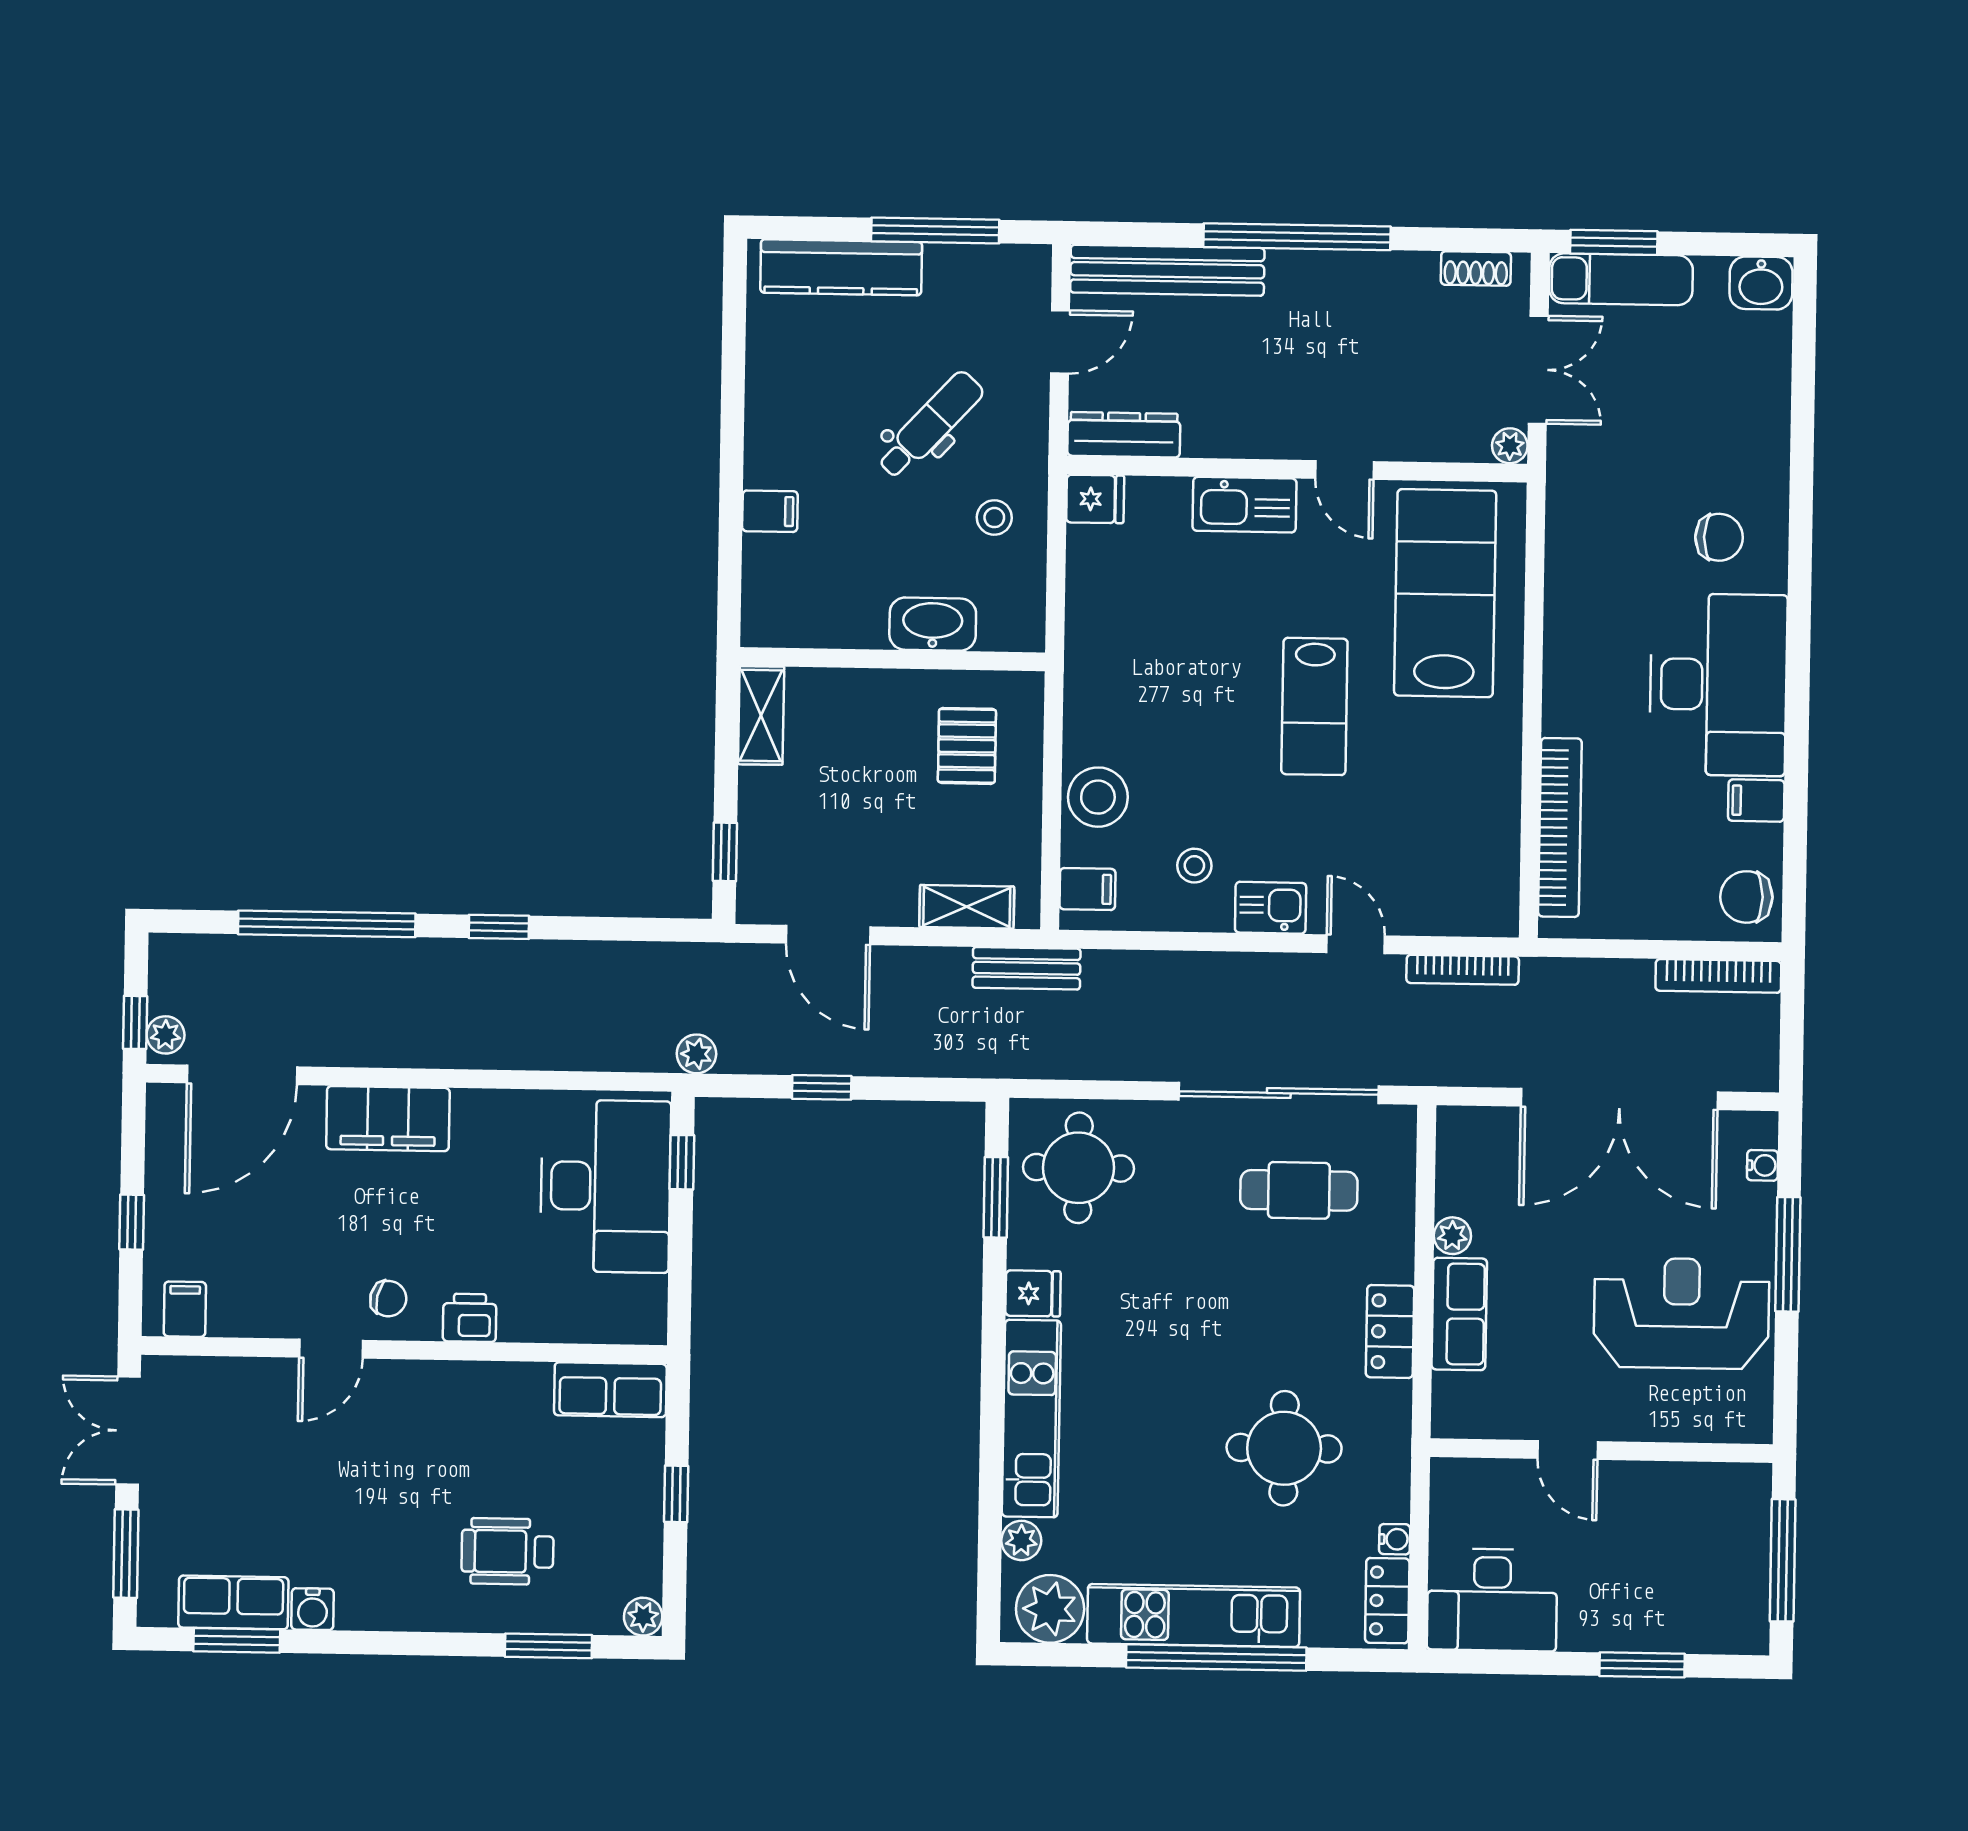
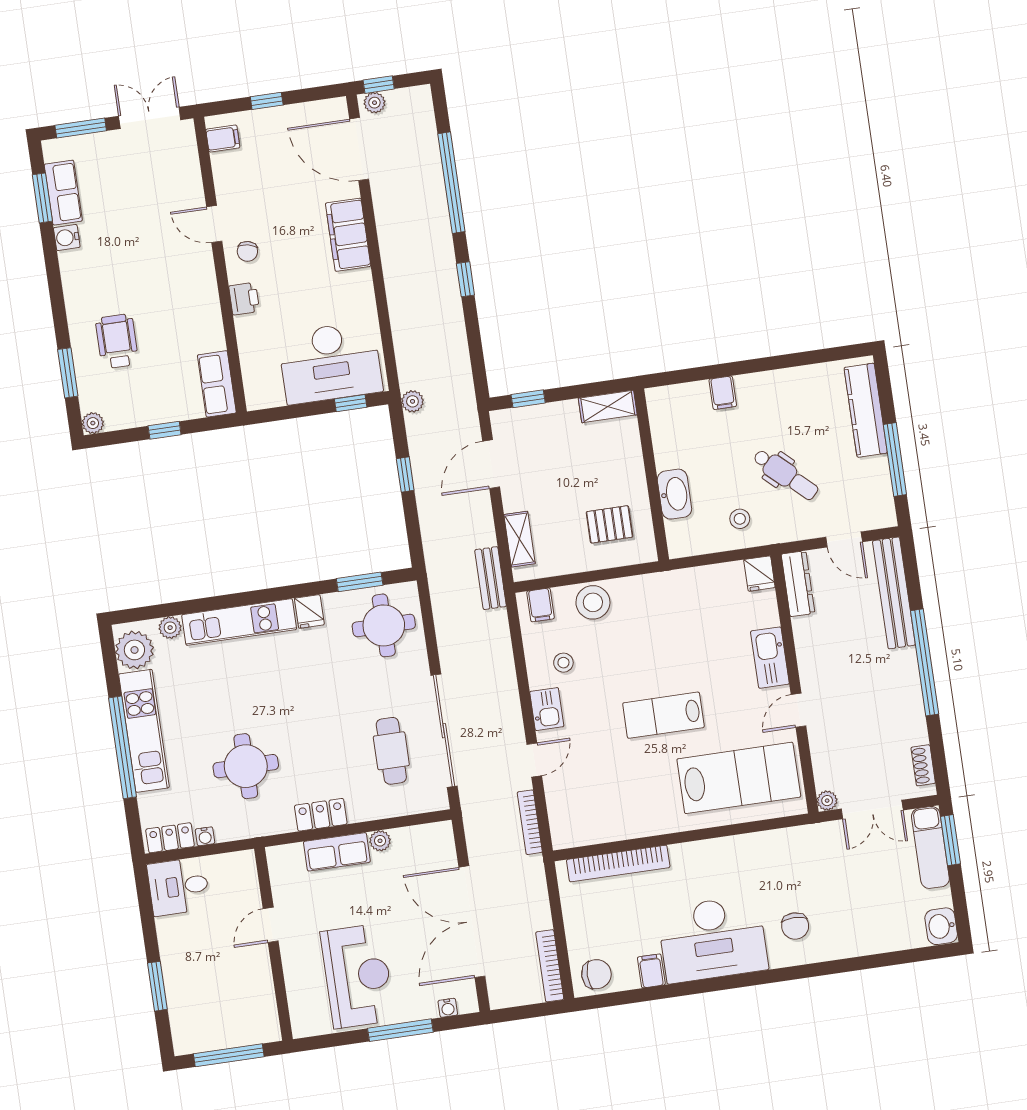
chair: (1746, 897) -> (596, 974), turned 90
desk: (1492, 1600) -> (179, 887), width x0.73

